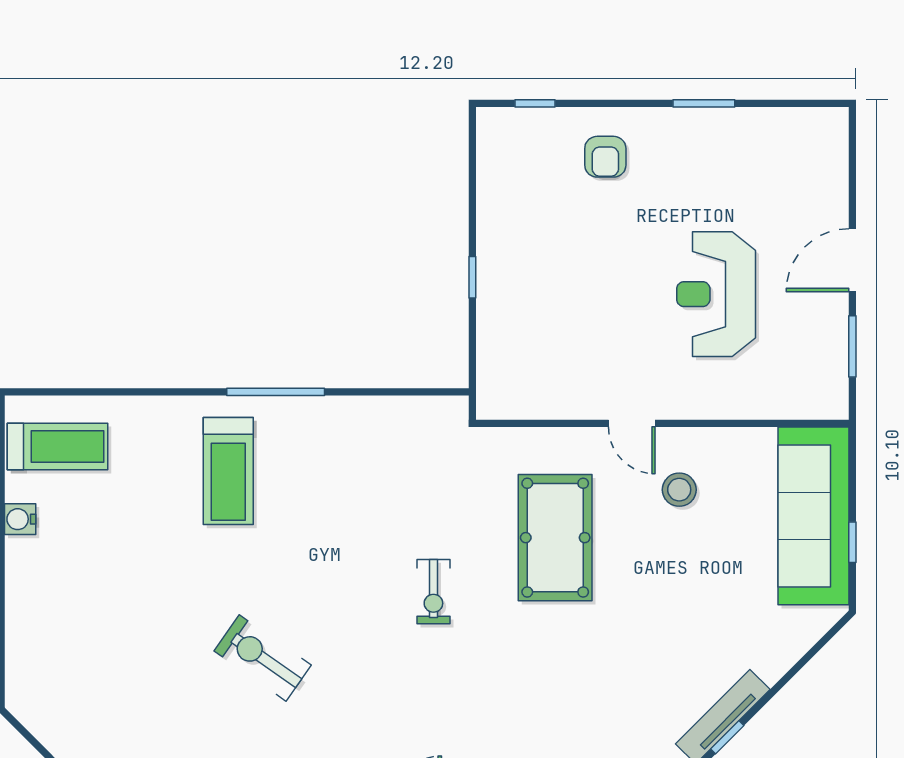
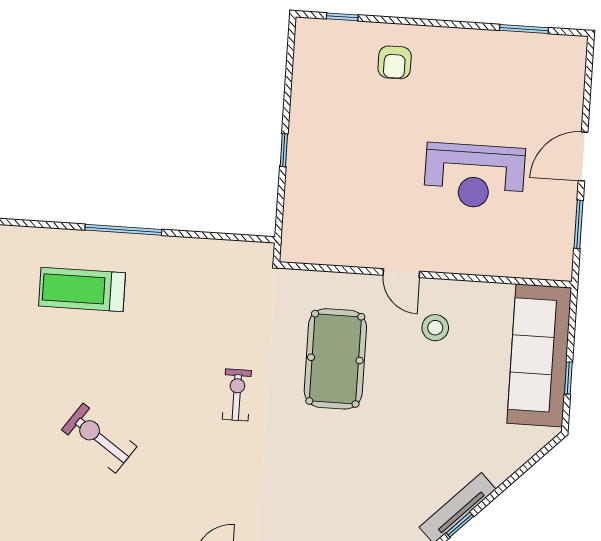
window: (704, 103) -> (524, 29), moved
reception desk: (716, 294) -> (474, 176), turned -90
treadmill: (228, 471) -> (82, 289), turned 90
exercise bike: (433, 592) -> (237, 395), turned 180

